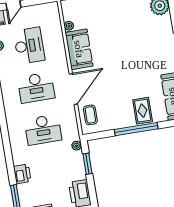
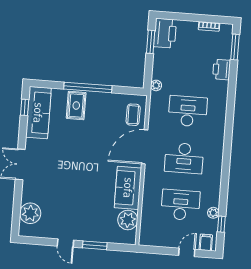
plant: (69, 26) -> (128, 220), width x1.88, depth x1.88
desk: (29, 46) -> (180, 205), turned 90
desk: (36, 88) -> (184, 158), turned 180
window: (88, 164) -> (151, 42), moved

